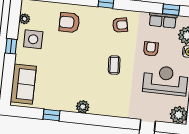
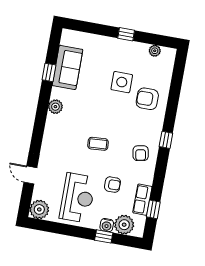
armchair: (69, 22) -> (147, 99), turned -90
side table: (33, 39) -> (122, 82), moved
sofa: (23, 84) -> (68, 67), moved, turned -90

